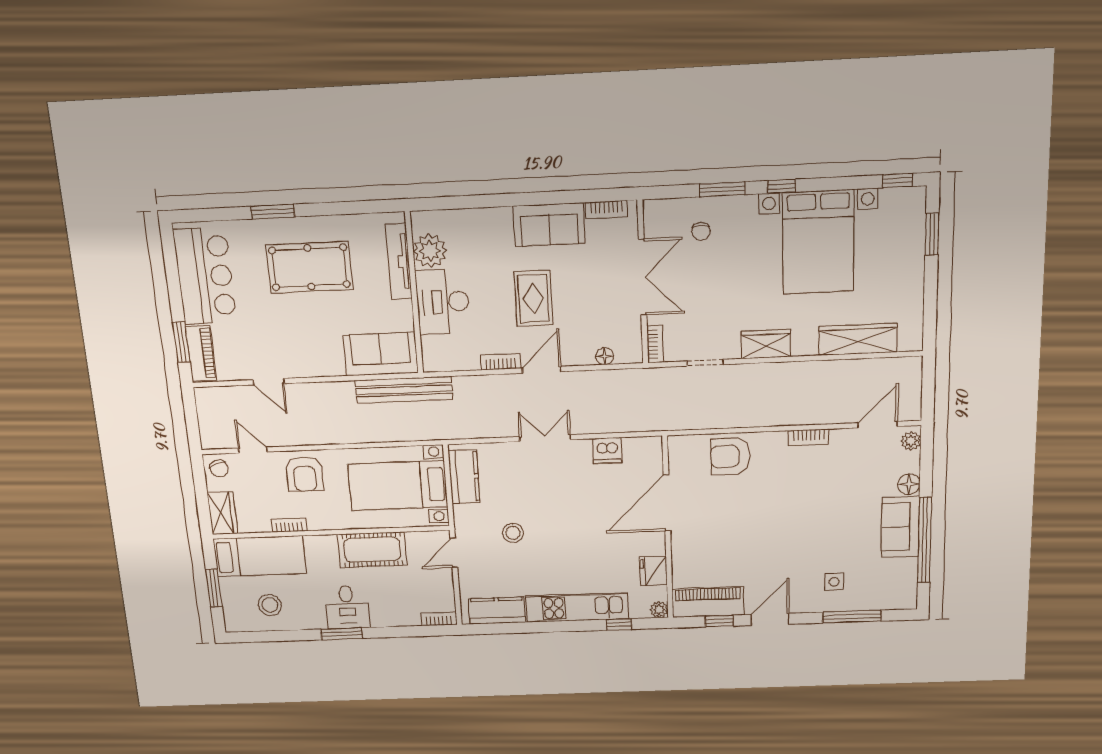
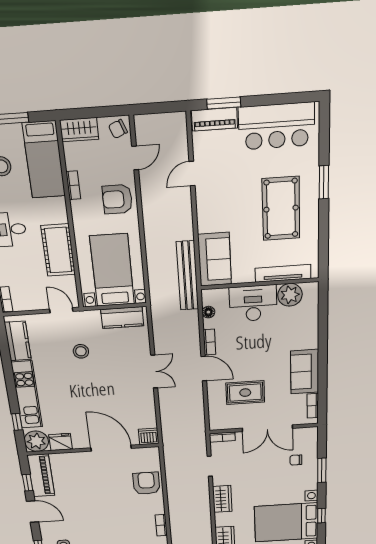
window: (782, 186) -> (321, 516), moved
rug: (533, 298) -> (245, 393), moved
floor lamp: (605, 356) -> (208, 312), moved
dishwasher: (607, 451) -> (149, 436), moved, turned 90
plant: (659, 610) -> (36, 441), width x1.88, depth x1.88

